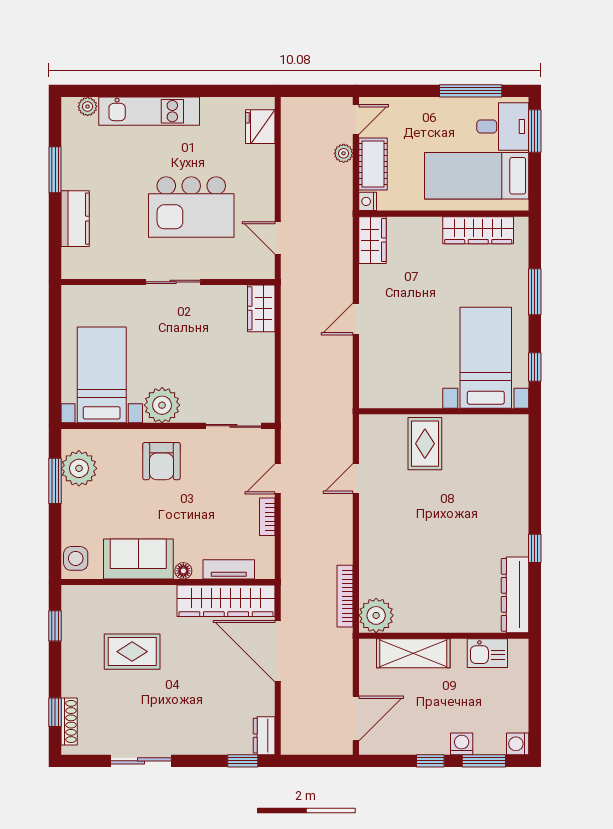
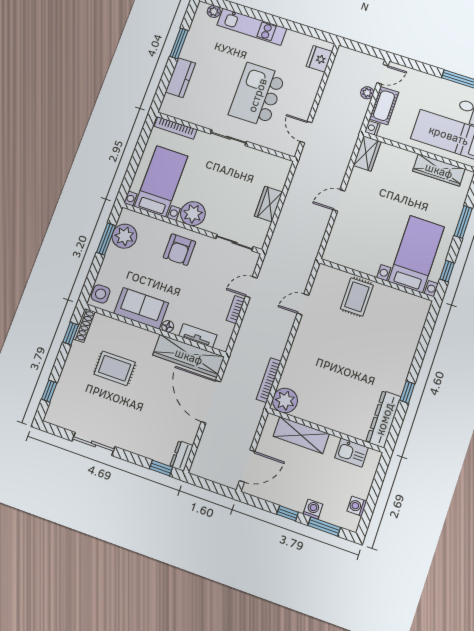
kitchen island: (191, 207) -> (257, 95), turned 90
bookcase: (94, 293) -> (176, 128), added
wardrobe: (261, 308) -> (269, 204), moved
shoe rack: (69, 721) -> (84, 325), moved
washing machine: (518, 744) -> (357, 506), moved

